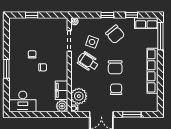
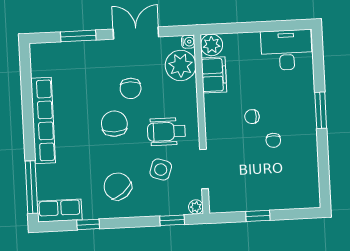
window: (32, 15) -> (258, 216), moved
window: (107, 15) -> (172, 220), moved
wheelchair: (88, 62) -> (166, 132), turned 147
chair: (116, 89) -> (131, 88), moved

